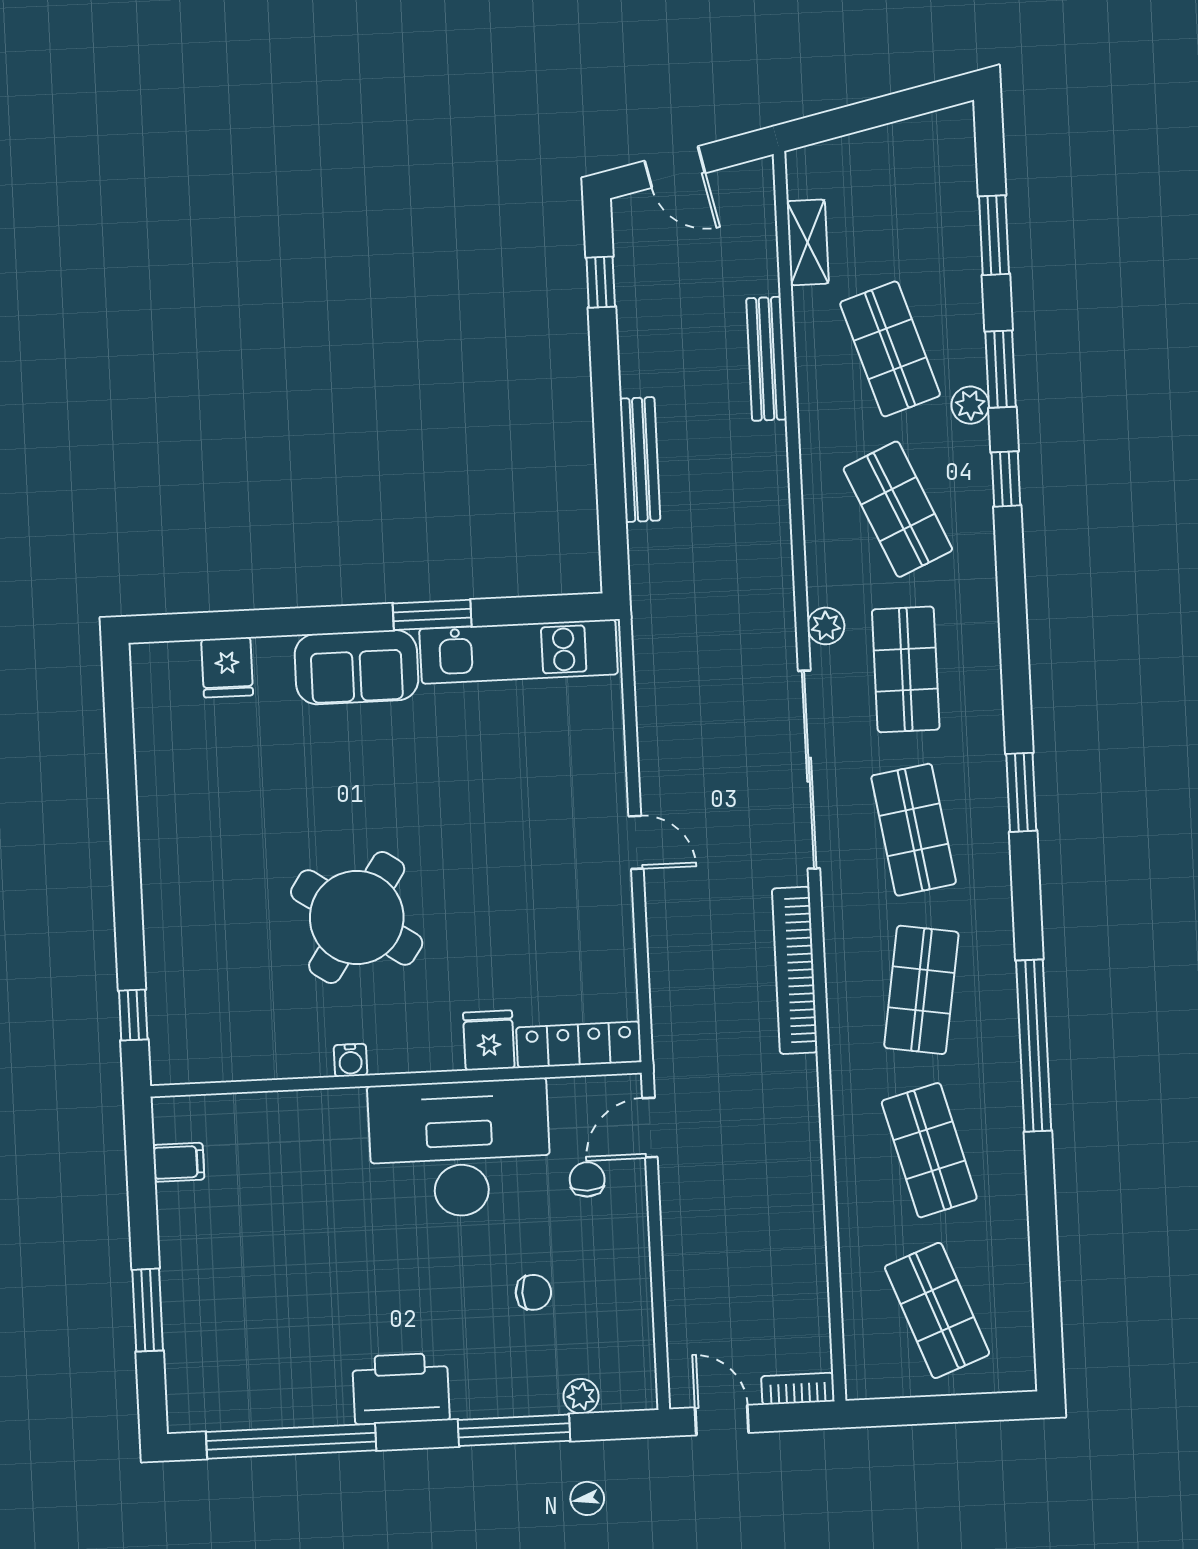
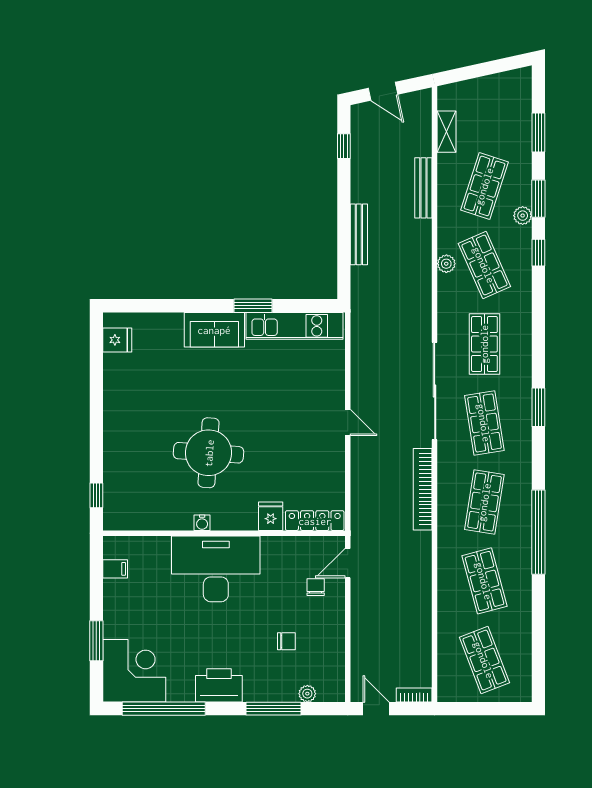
shop shelf: (890, 349) -> (484, 186), turned 36
plant: (826, 626) -> (446, 264), moved
fridge: (227, 667) -> (117, 340), moved, turned -90
round table: (357, 917) -> (209, 453), turned -30
desk: (460, 1149) -> (216, 569), moved
corner desk: (228, 1367) -> (134, 671), added

